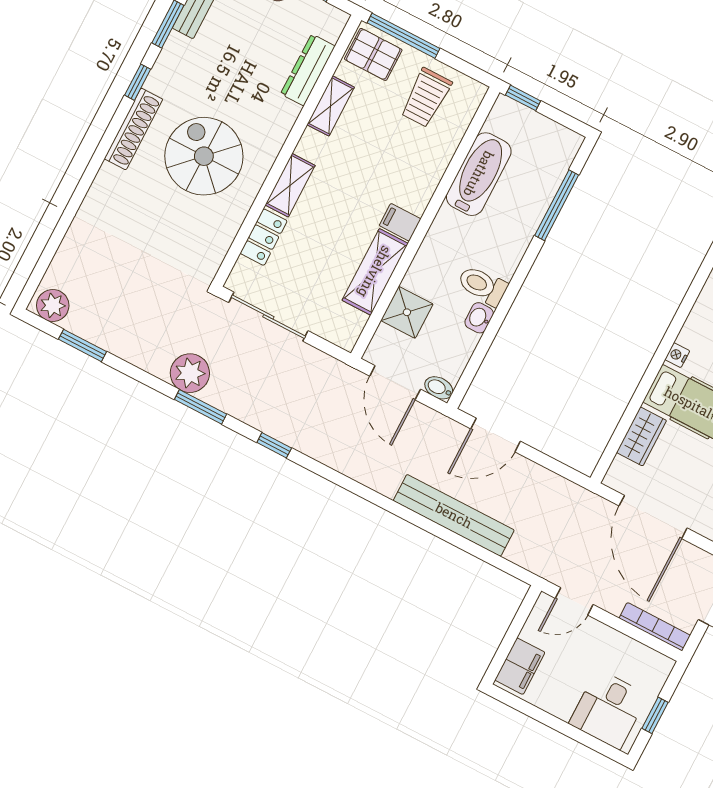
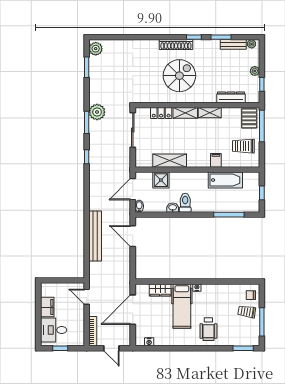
window: (523, 98) -> (262, 193), moved
shelving: (331, 106) -> (210, 113), moved
filing cabinet: (400, 222) -> (216, 160), moved
filing cabinet: (520, 666) -> (47, 307), moved, turned -90

